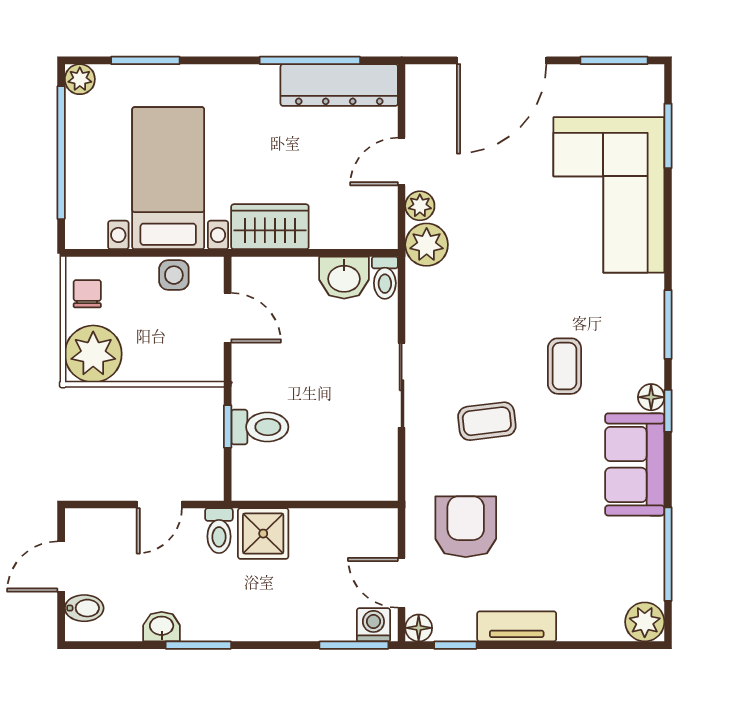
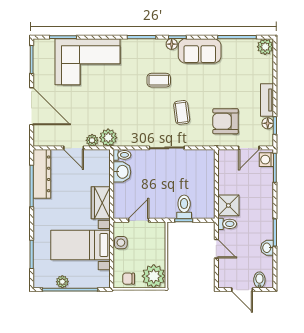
plant: (80, 79) -> (62, 282), moved
floor lamp: (419, 628) -> (268, 123), moved

